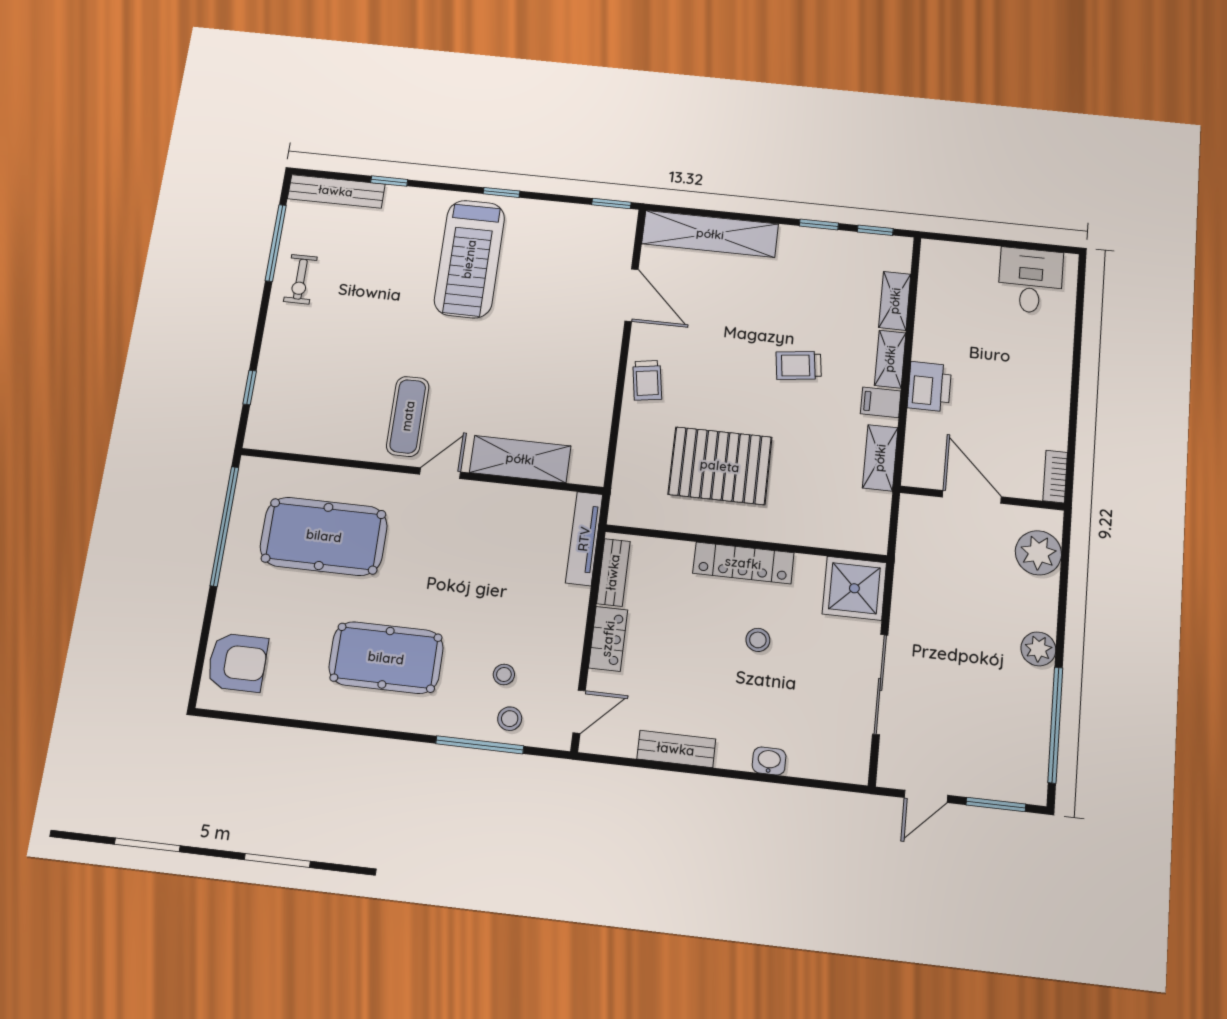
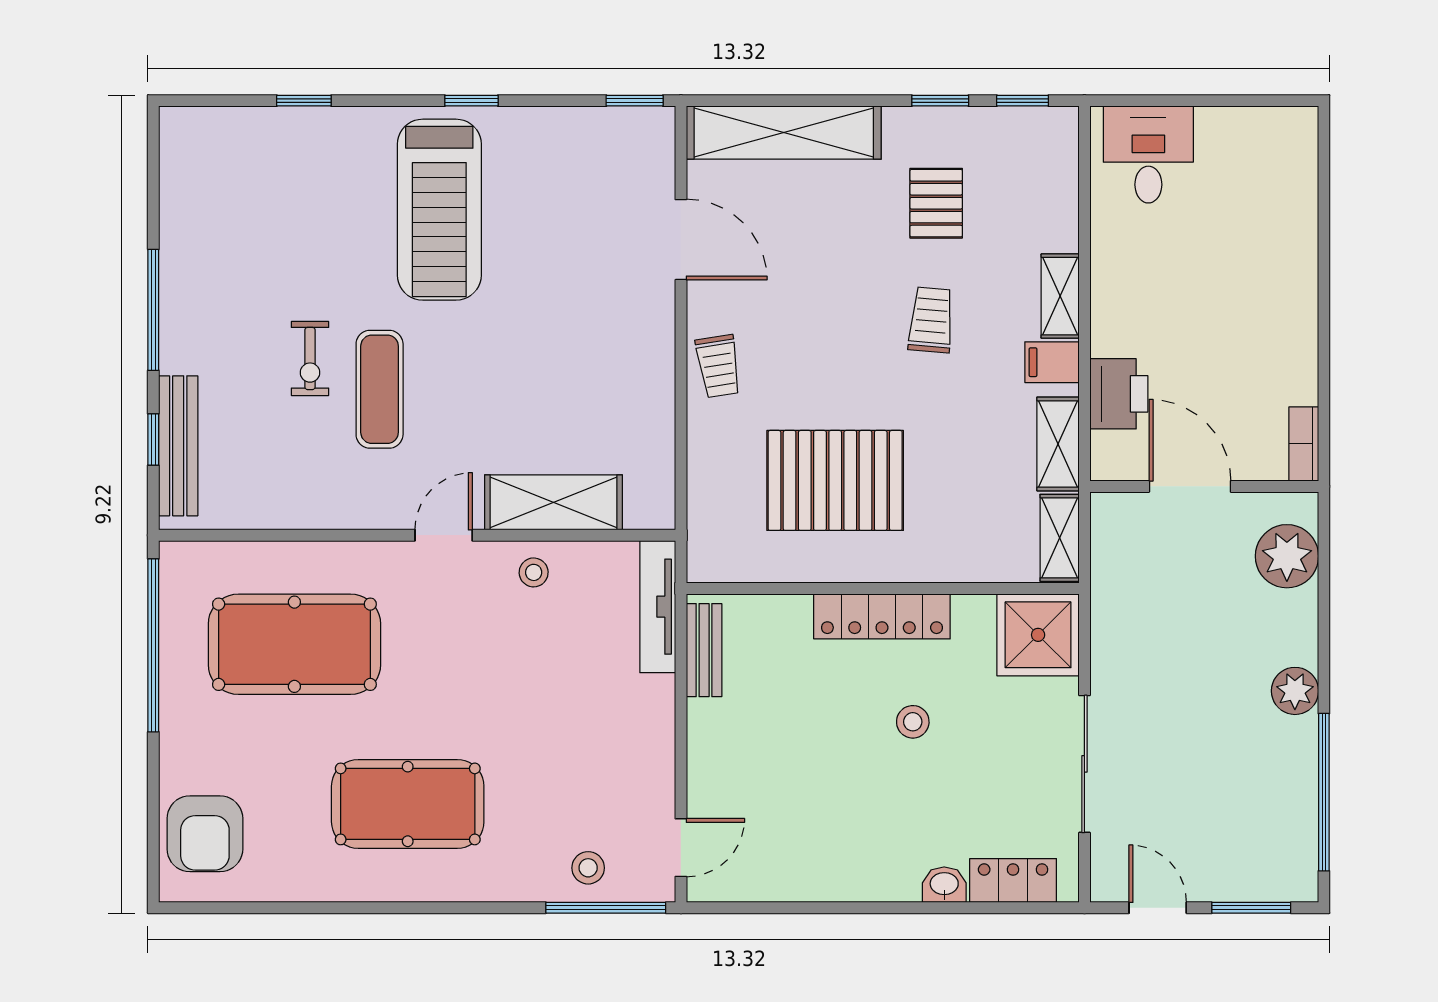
bench: (336, 191) -> (178, 446), moved, turned 90
window: (276, 243) -> (153, 310), moved
exercise bike: (300, 279) -> (310, 358), moved
desk: (1030, 281) -> (1148, 154), moved
pallet: (810, 290) -> (936, 203), added
shelving: (895, 301) -> (1060, 538), moved
trolley: (799, 365) -> (931, 320), turned 102
printer: (929, 387) -> (1119, 394), moved
exercise mat: (408, 416) -> (380, 389), moved
locker: (608, 639) -> (1013, 880), moved, turned -90
armchair: (237, 662) -> (205, 834), turned 90
stool: (504, 674) -> (534, 572), moved
window: (480, 745) -> (606, 908), moved
bench: (676, 749) -> (818, 883), removed
door: (926, 796) -> (1158, 908), swing flipped

